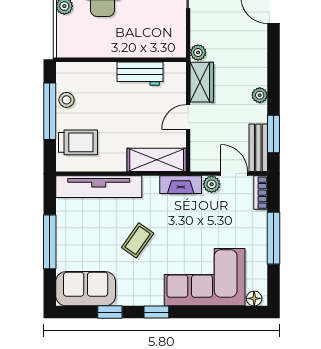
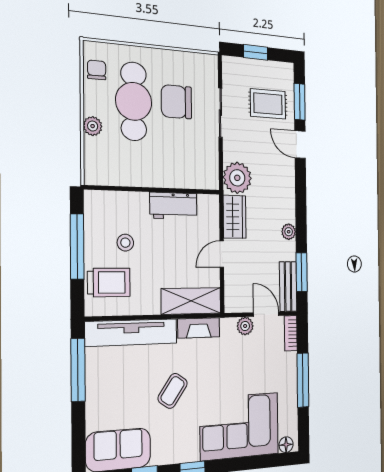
plant: (198, 53) -> (237, 178), width x1.88, depth x1.88
stool: (66, 100) -> (125, 243), moved
fireplace: (181, 185) -> (199, 328), moved
window: (50, 242) -> (78, 370), moved

